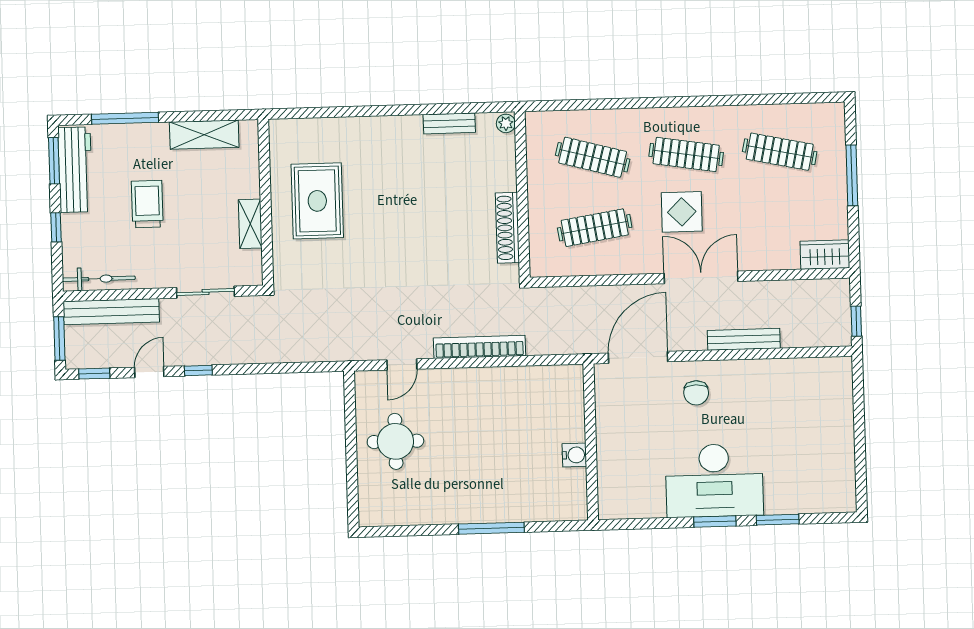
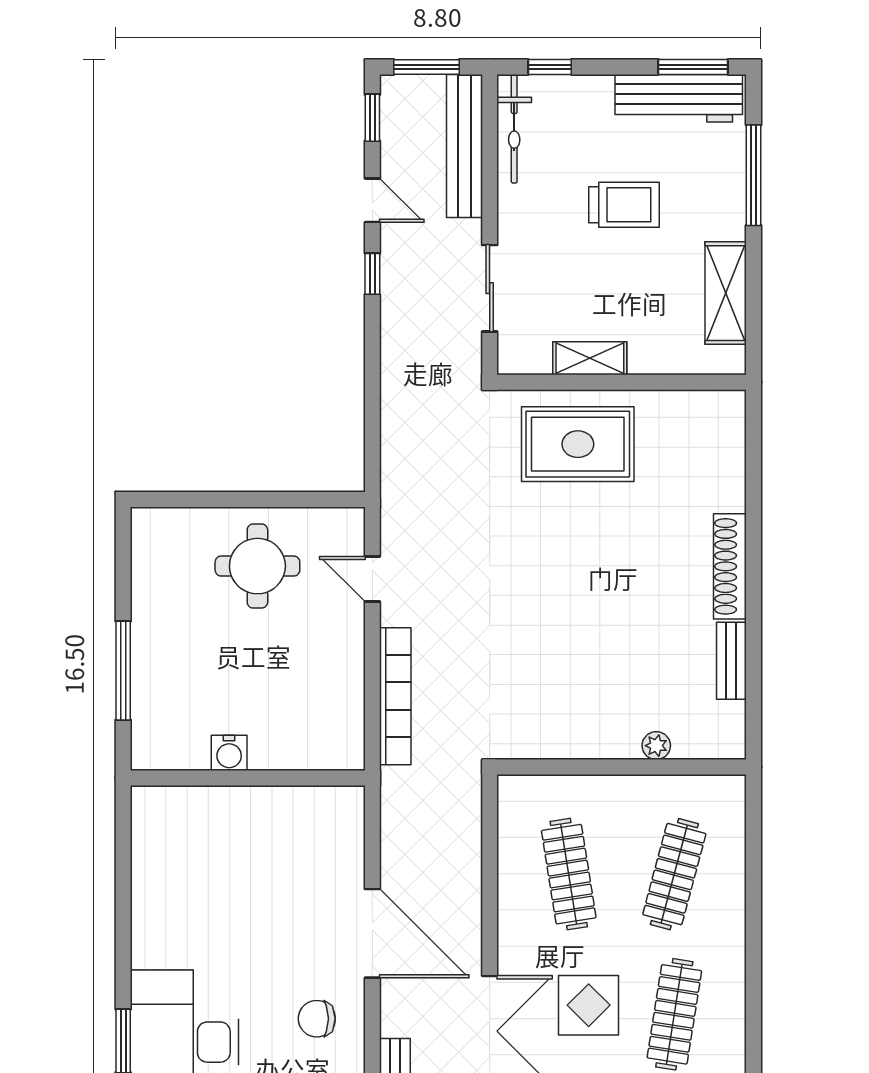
plant: (506, 123) -> (656, 746), moved
rug: (317, 201) -> (578, 444), moved
window: (56, 227) -> (550, 67), moved
shoe rack: (507, 228) -> (730, 566), moved, turned -90
wall: (591, 442) -> (248, 778), moved
water cooler: (574, 455) -> (229, 753), moved
window: (491, 528) -> (123, 671), moved

